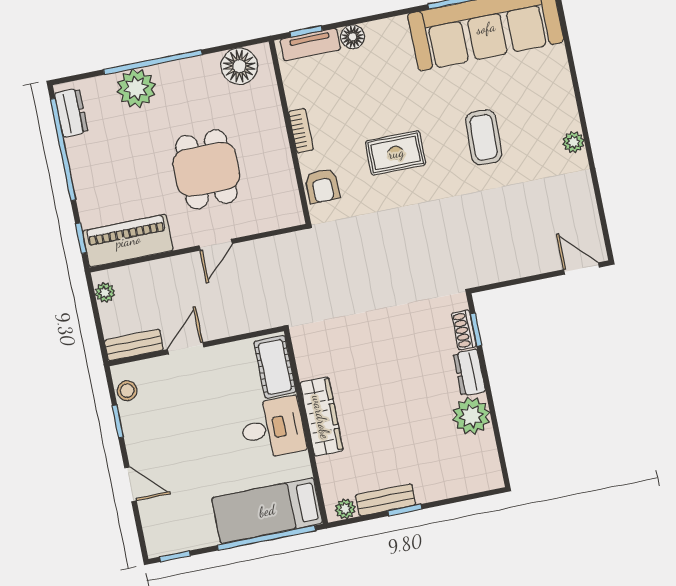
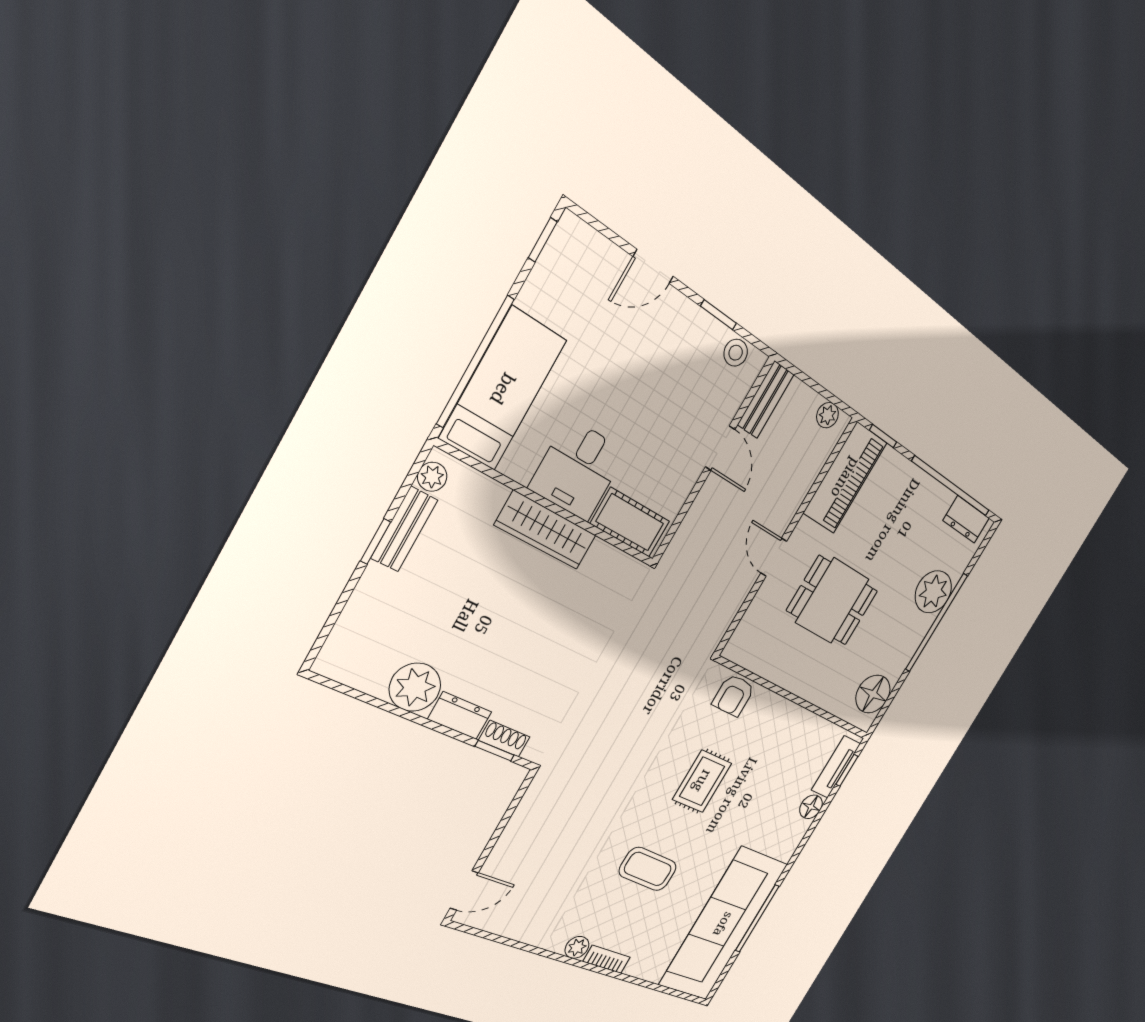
bookcase: (301, 131) -> (607, 959), moved, turned 180
armchair: (322, 186) -> (734, 695), turned -90

